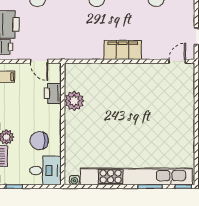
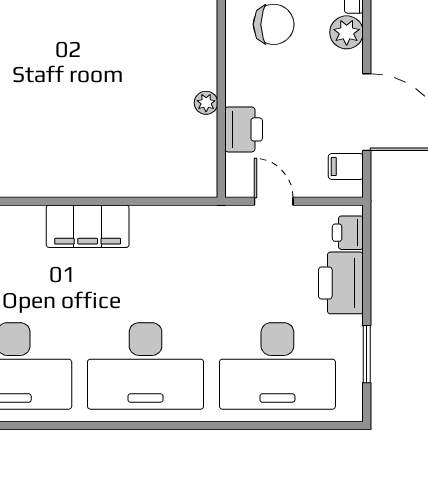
plant: (74, 101) -> (206, 103), width x0.53, depth x0.53

